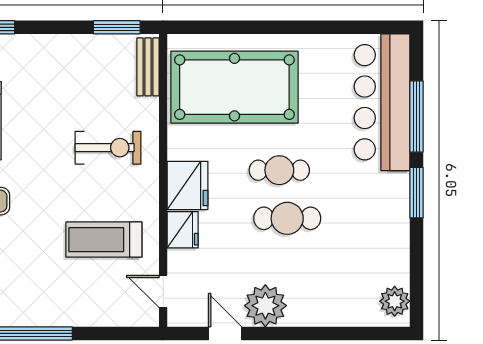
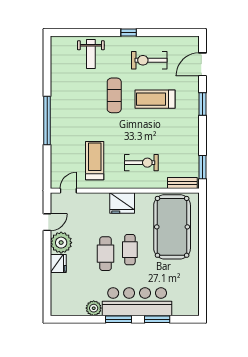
bar counter: (382, 102) -> (137, 302), moved
window: (416, 117) -> (157, 319), width x0.69
exercise bike: (108, 148) -> (141, 163), turned -90
fridge: (183, 230) -> (58, 264), moved, turned -90
plant: (395, 301) -> (94, 308), moved

